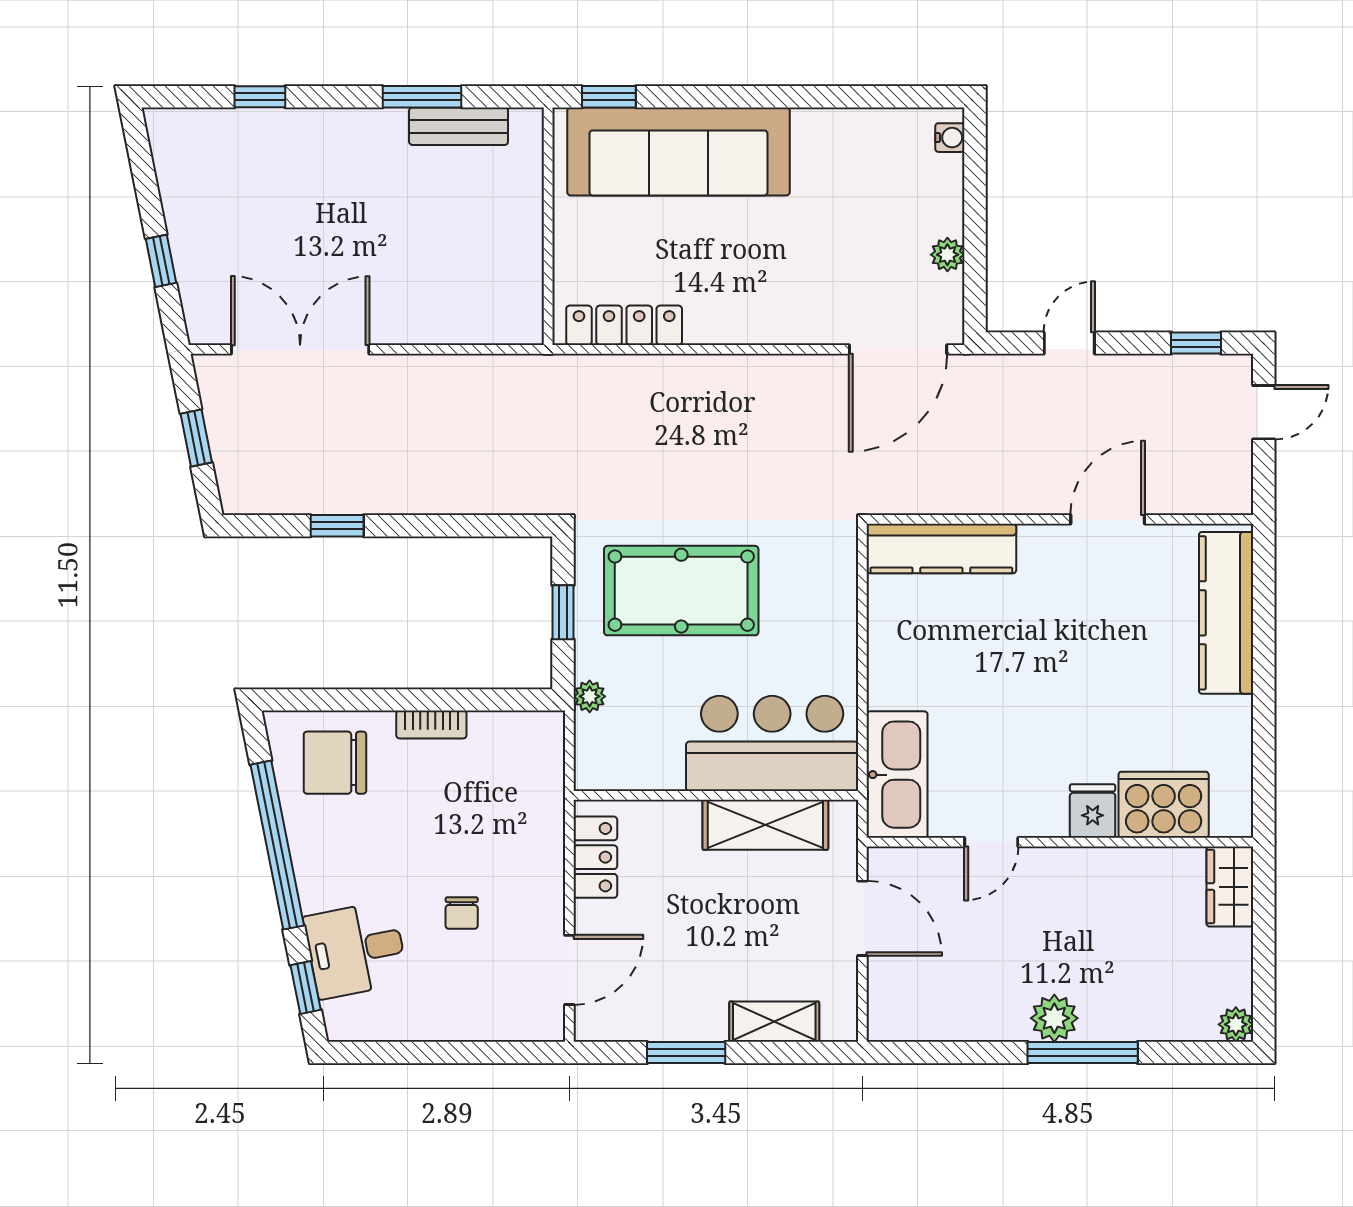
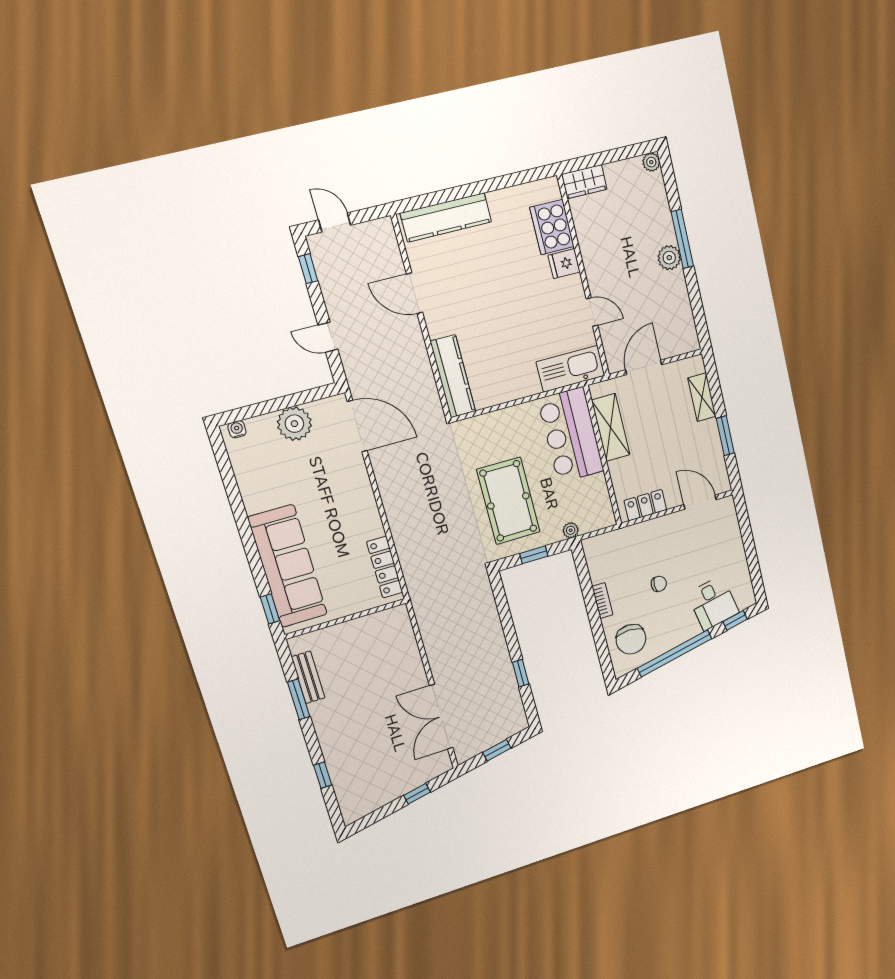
plant: (947, 255) -> (294, 424), width x1.88, depth x1.88
chair: (462, 913) -> (659, 584), moved

